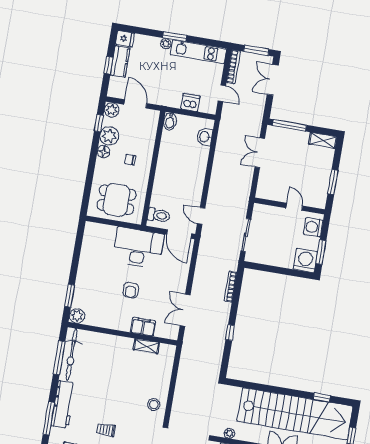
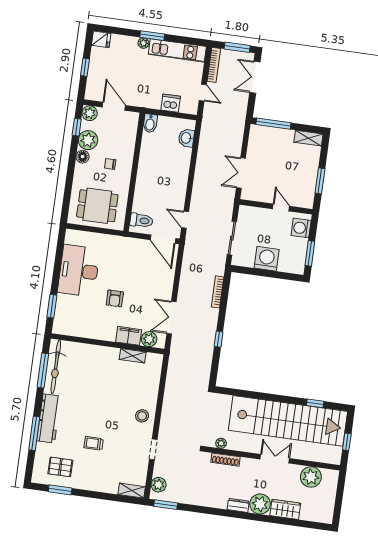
kitchen counter: (120, 62) -> (97, 63), removed
double door: (260, 153) -> (241, 173), moved
desk: (138, 248) -> (79, 271), moved, turned -90
washing machine: (305, 260) -> (267, 259), moved
plant: (77, 316) -> (149, 339), moved

